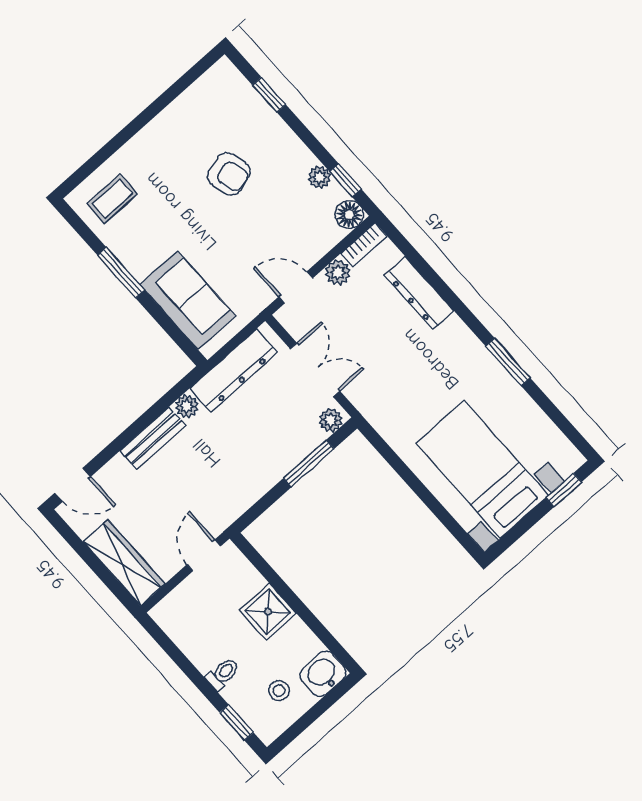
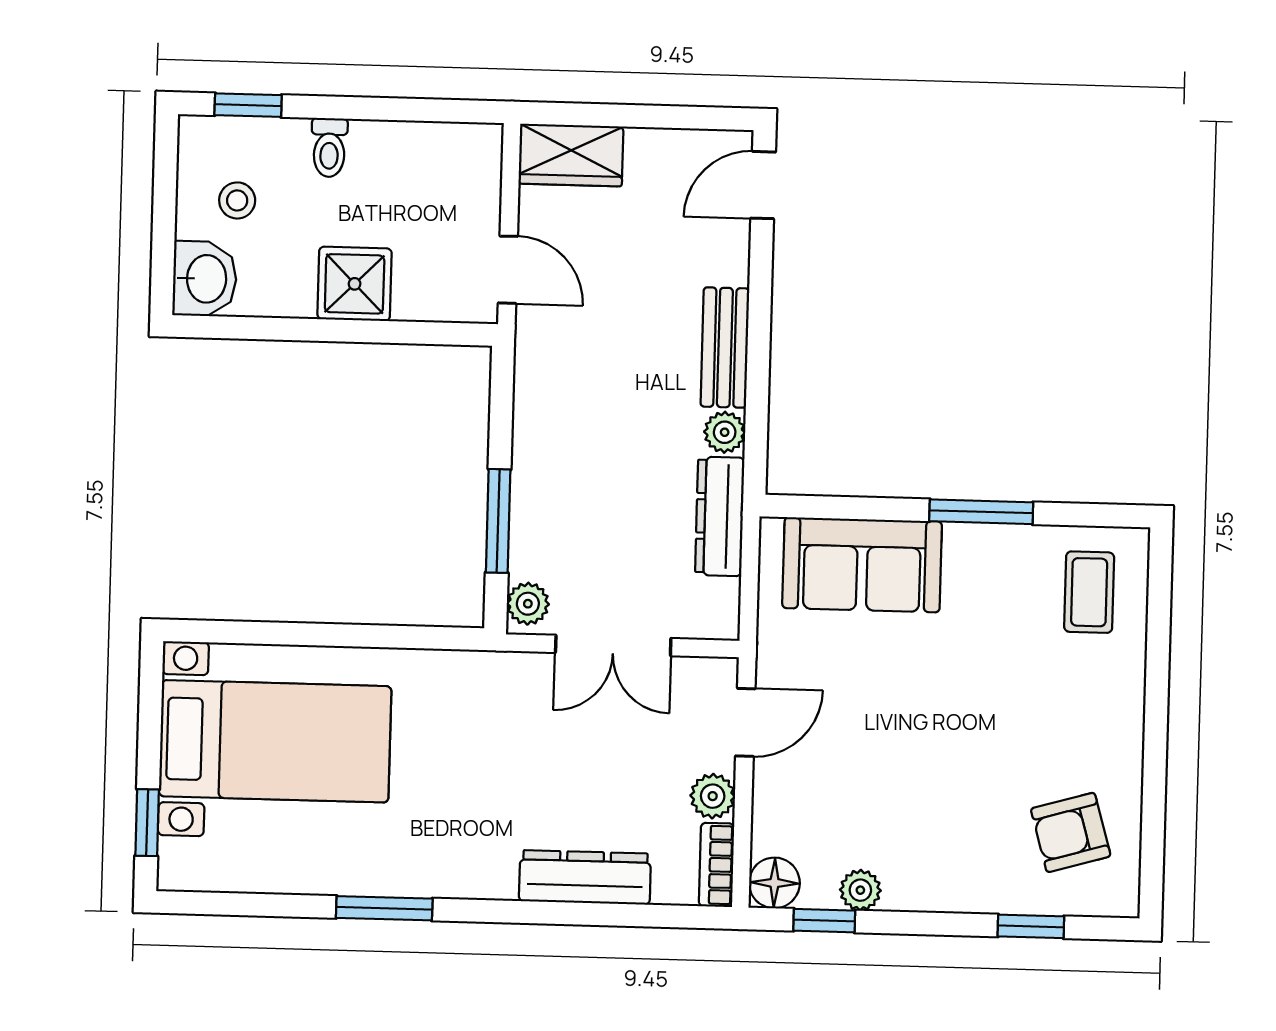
armchair: (229, 174) -> (1071, 832), moved
dresser: (234, 370) -> (720, 516), width x0.73, depth x0.80
wardrobe: (124, 563) -> (571, 155), width x0.67

